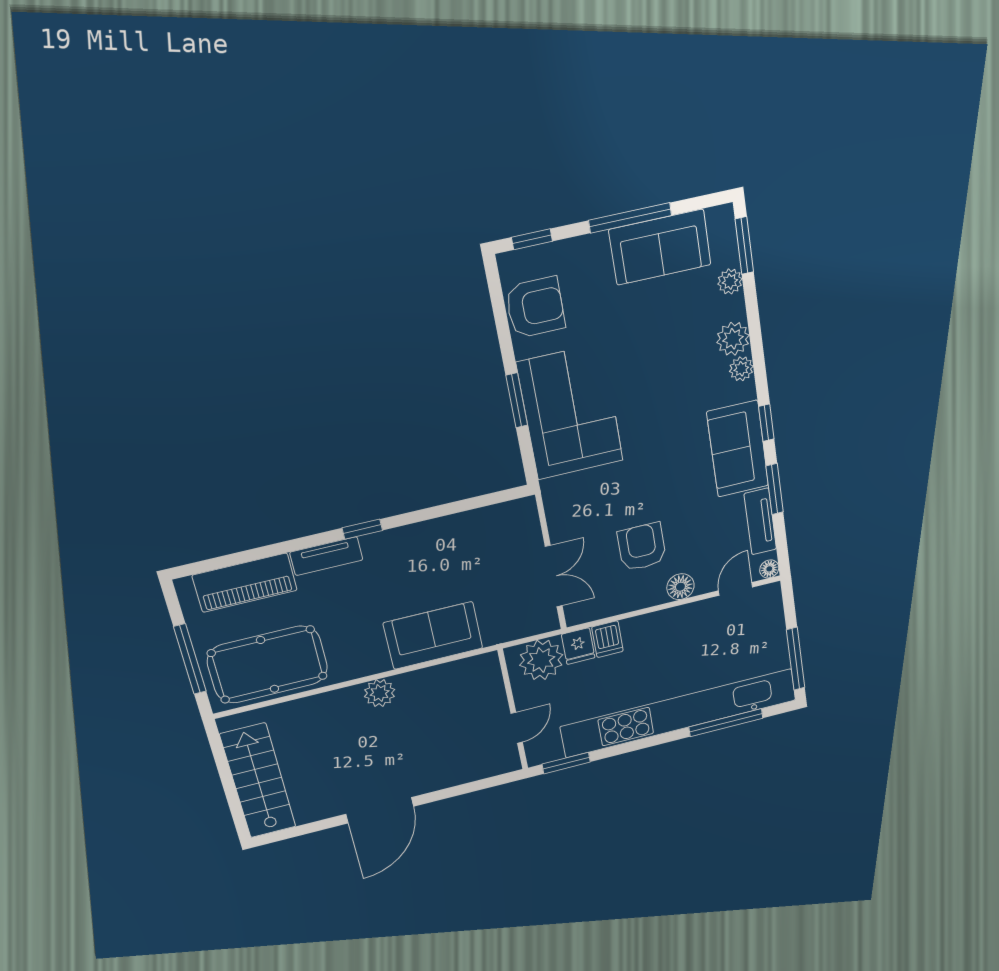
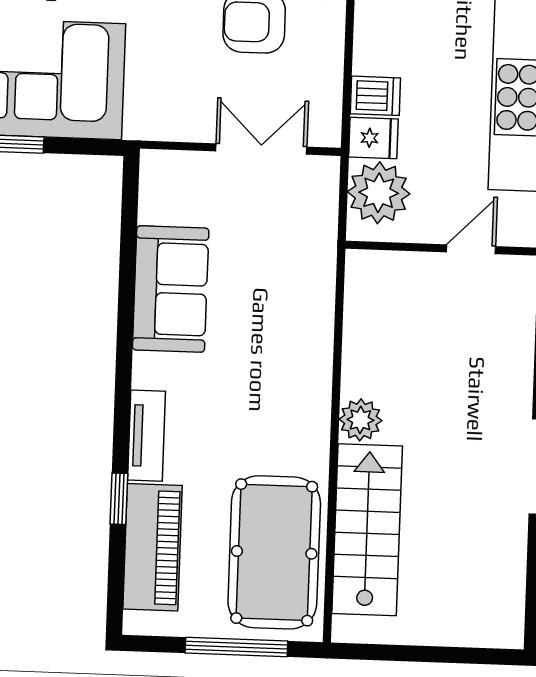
window: (362, 529) -> (119, 499), moved
sofa: (433, 636) -> (171, 289), moved, turned 180
door: (517, 728) -> (471, 249), hinge flipped
stairs: (258, 781) -> (367, 530), moved, turned 90

